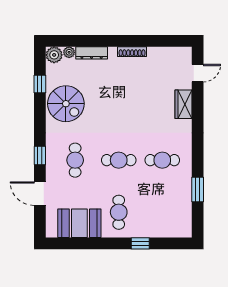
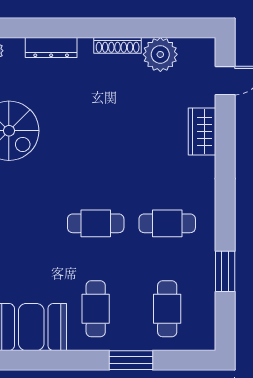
plant: (69, 52) -> (160, 54), moved, width x1.88, depth x1.88
cafe table: (75, 160) -> (167, 309), moved
window: (140, 243) -> (131, 360), width x1.50

